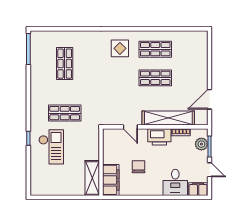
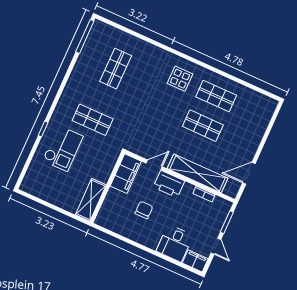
door: (130, 127) -> (154, 165), swing flipped
printer: (159, 137) -> (169, 184), moved
plant: (201, 144) -> (220, 216), removed
filing cabinet: (111, 180) -> (126, 174), moved

